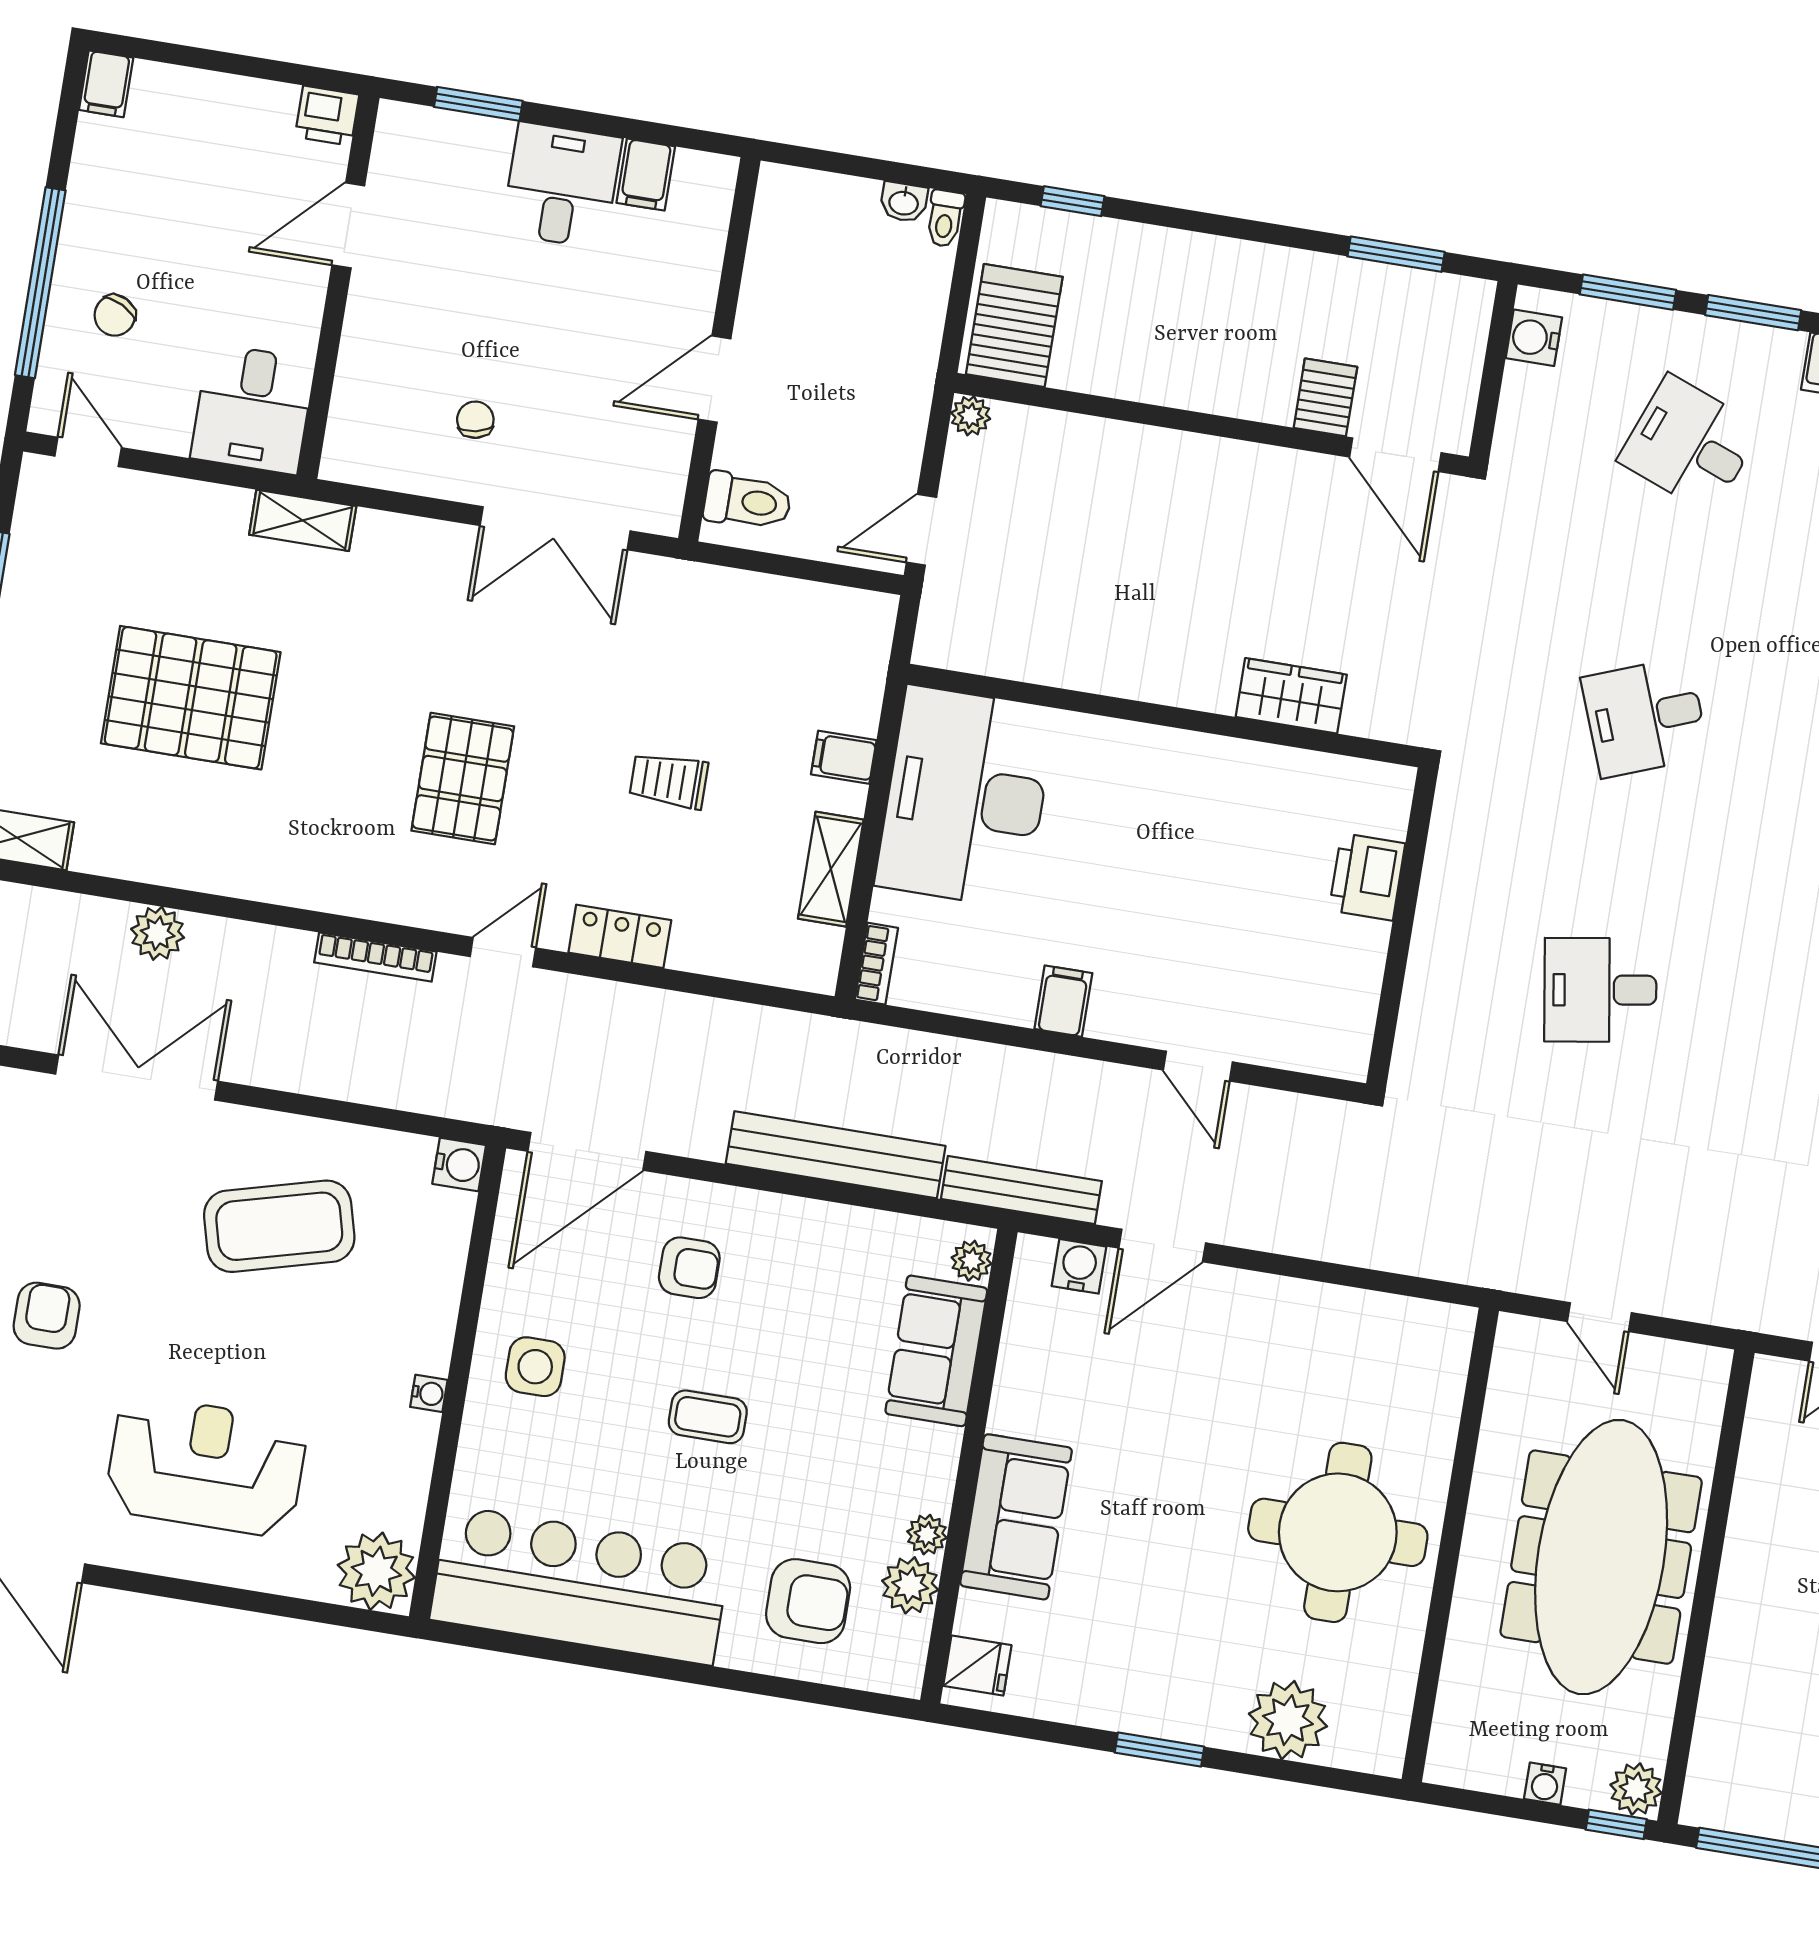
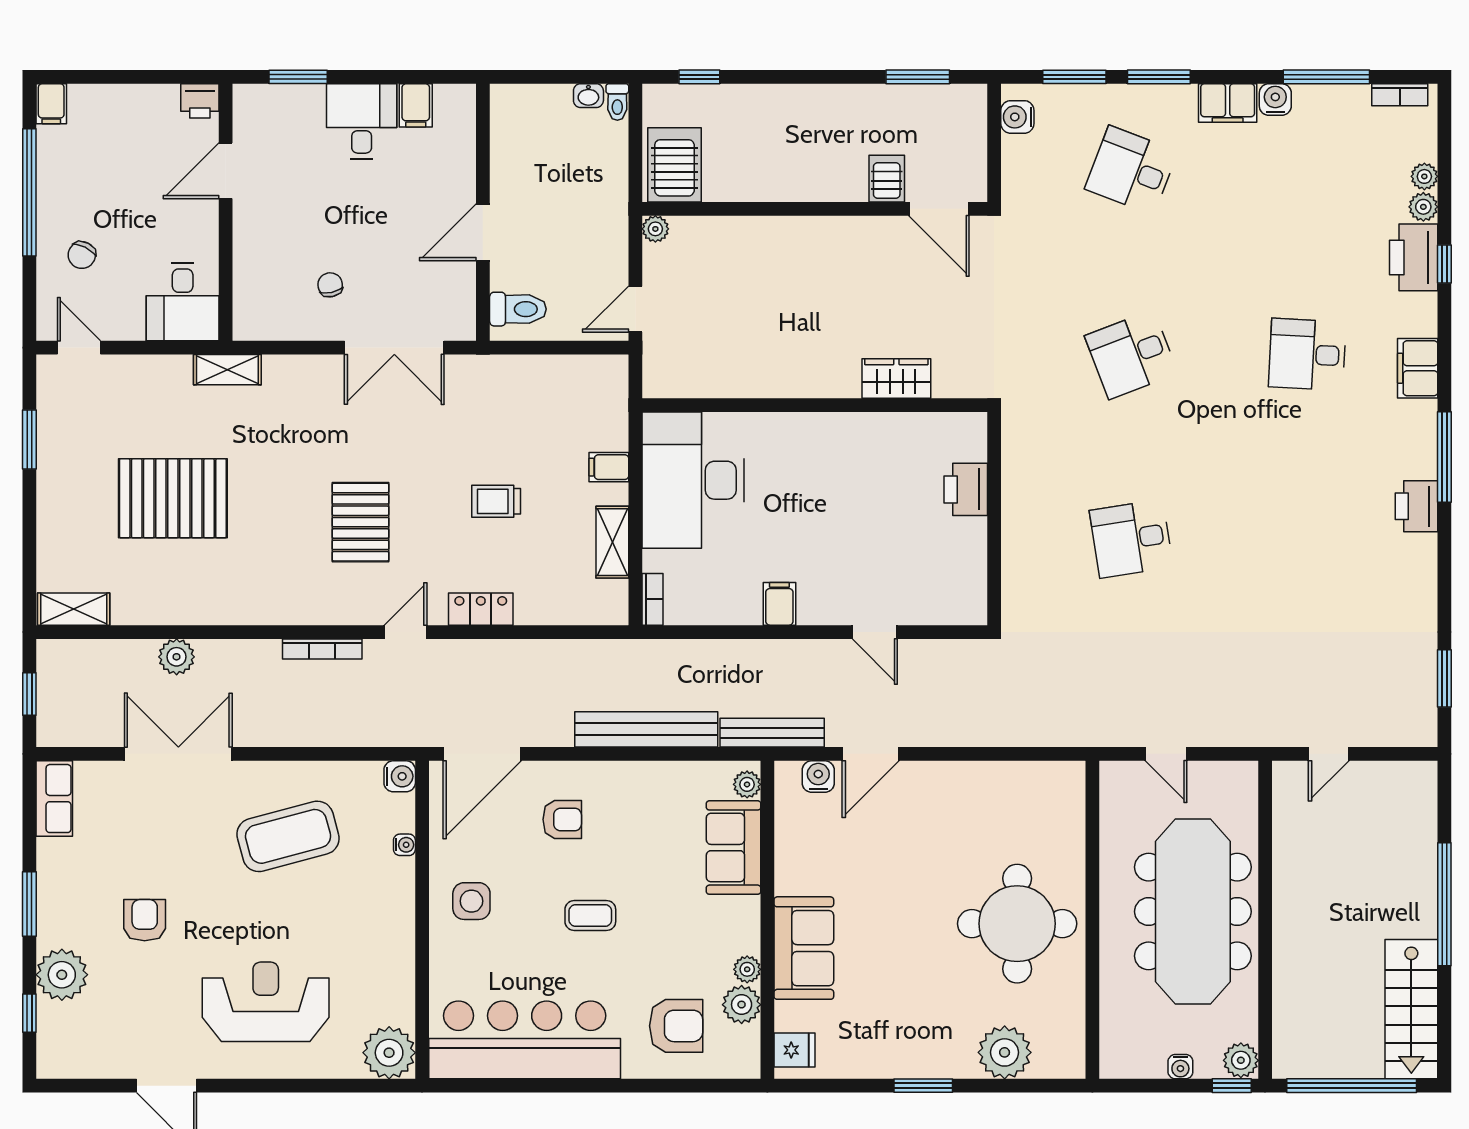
window: (40, 283) -> (29, 192), moved
water cooler: (429, 1393) -> (404, 845), moved

